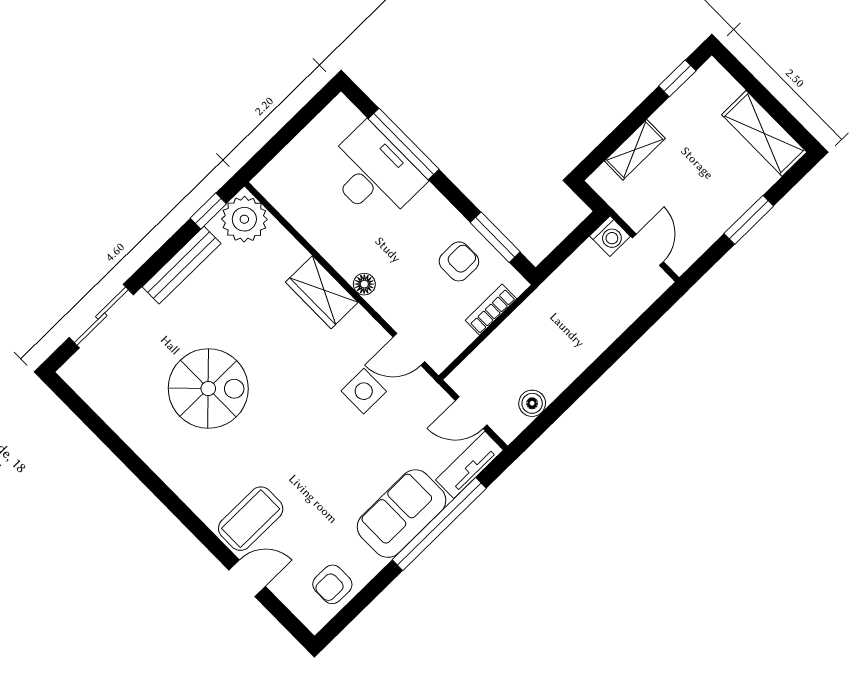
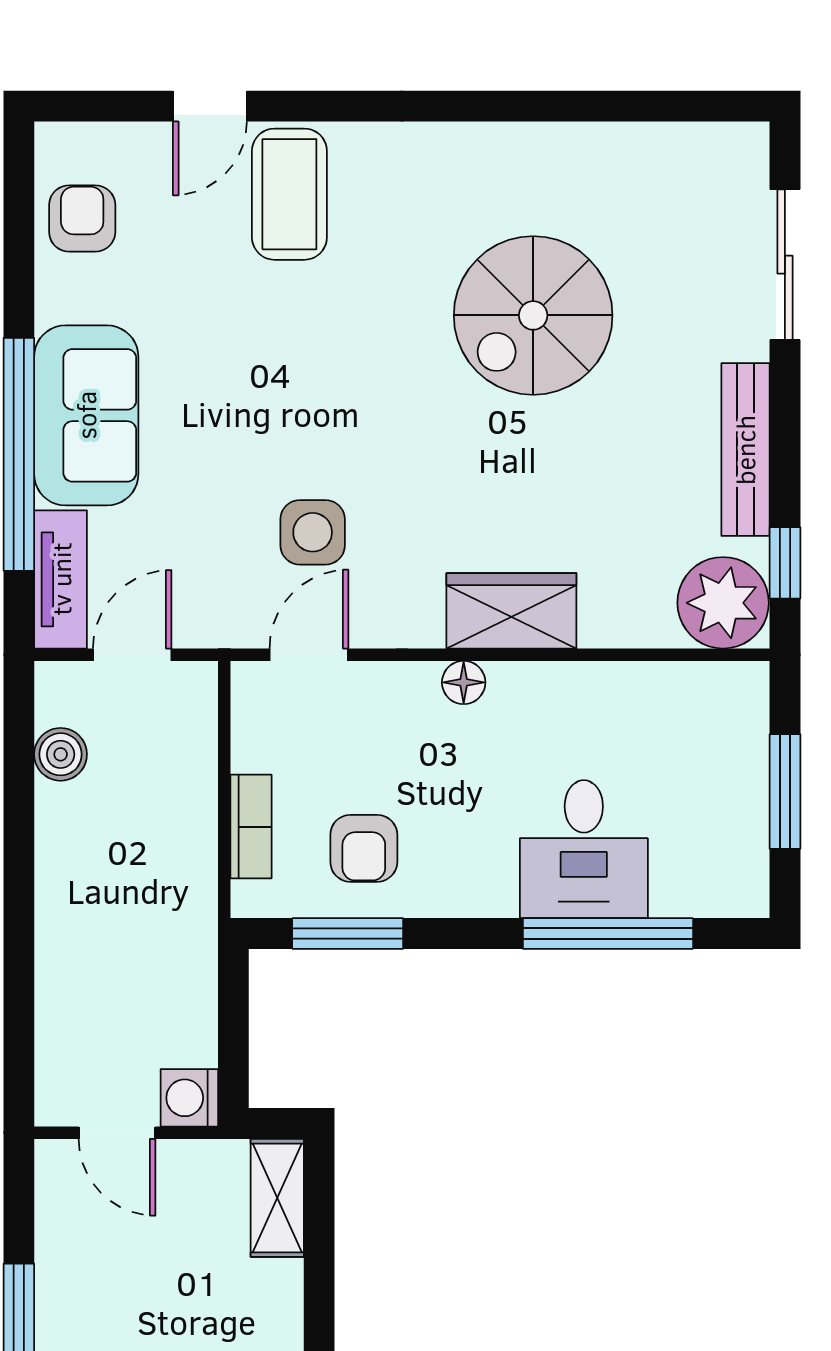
window: (290, 130) -> (785, 792), added
shelving: (635, 150) -> (277, 1198), moved
desk: (373, 174) -> (584, 849), width x0.73

